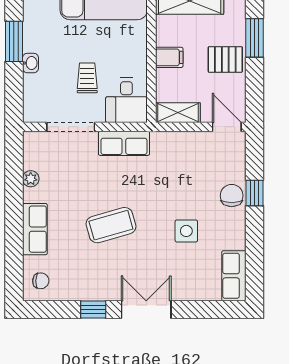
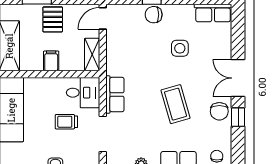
chair: (101, 284) -> (219, 111), added

